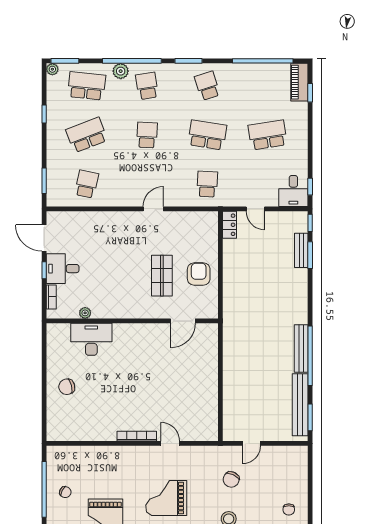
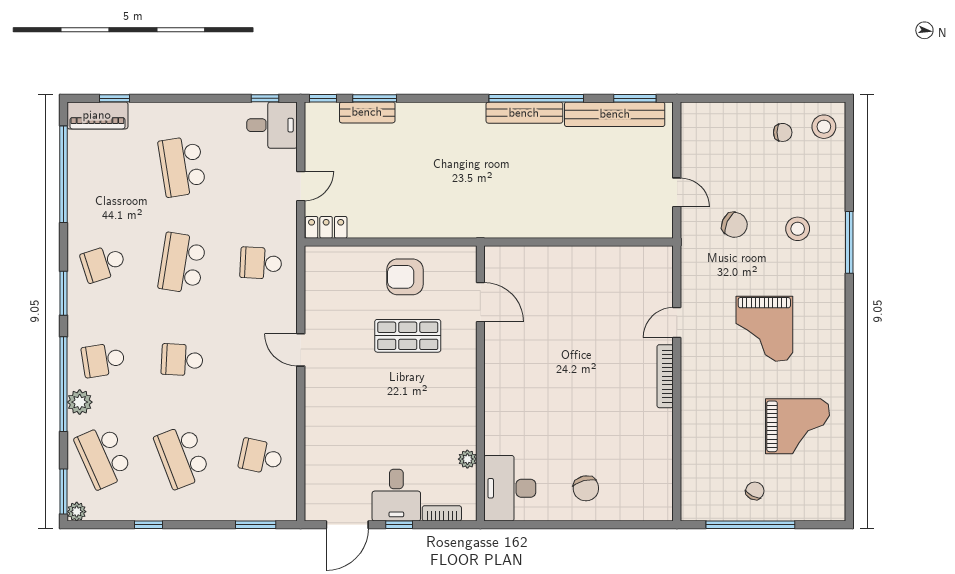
school desk: (87, 86) -> (103, 457), turned -30
desk: (91, 339) -> (510, 488), moved

